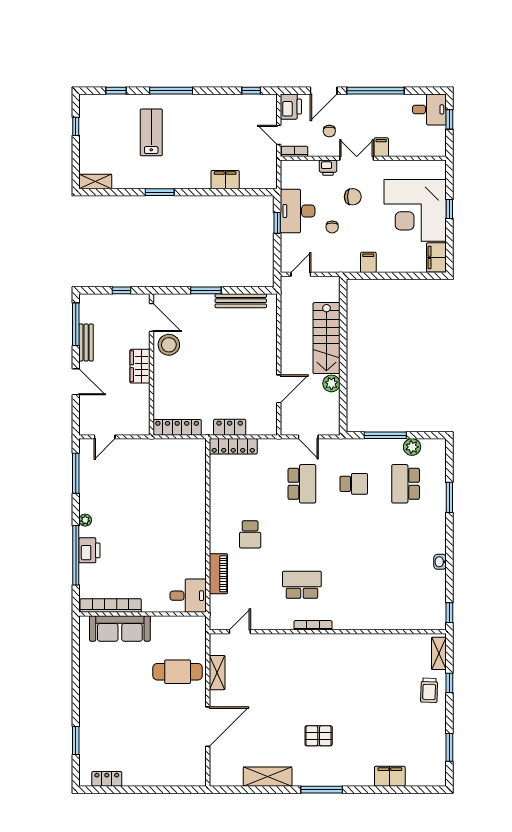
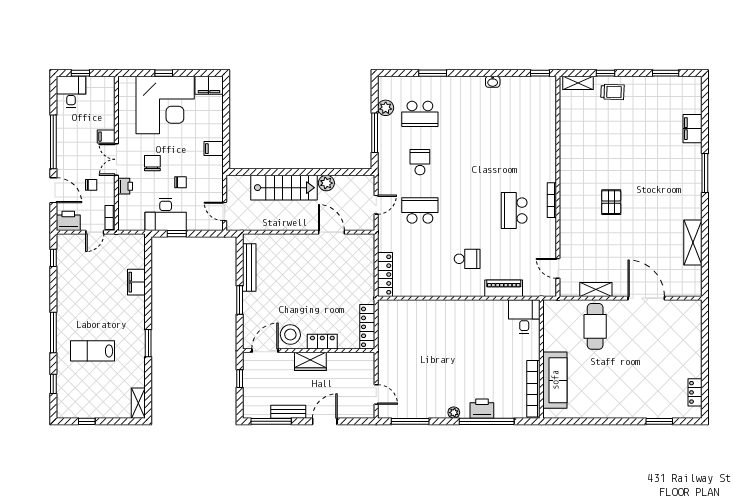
locker: (230, 427) -> (322, 342), moved, turned 90
pallet: (319, 736) -> (611, 202), moved
window: (322, 790) -> (705, 173), moved

